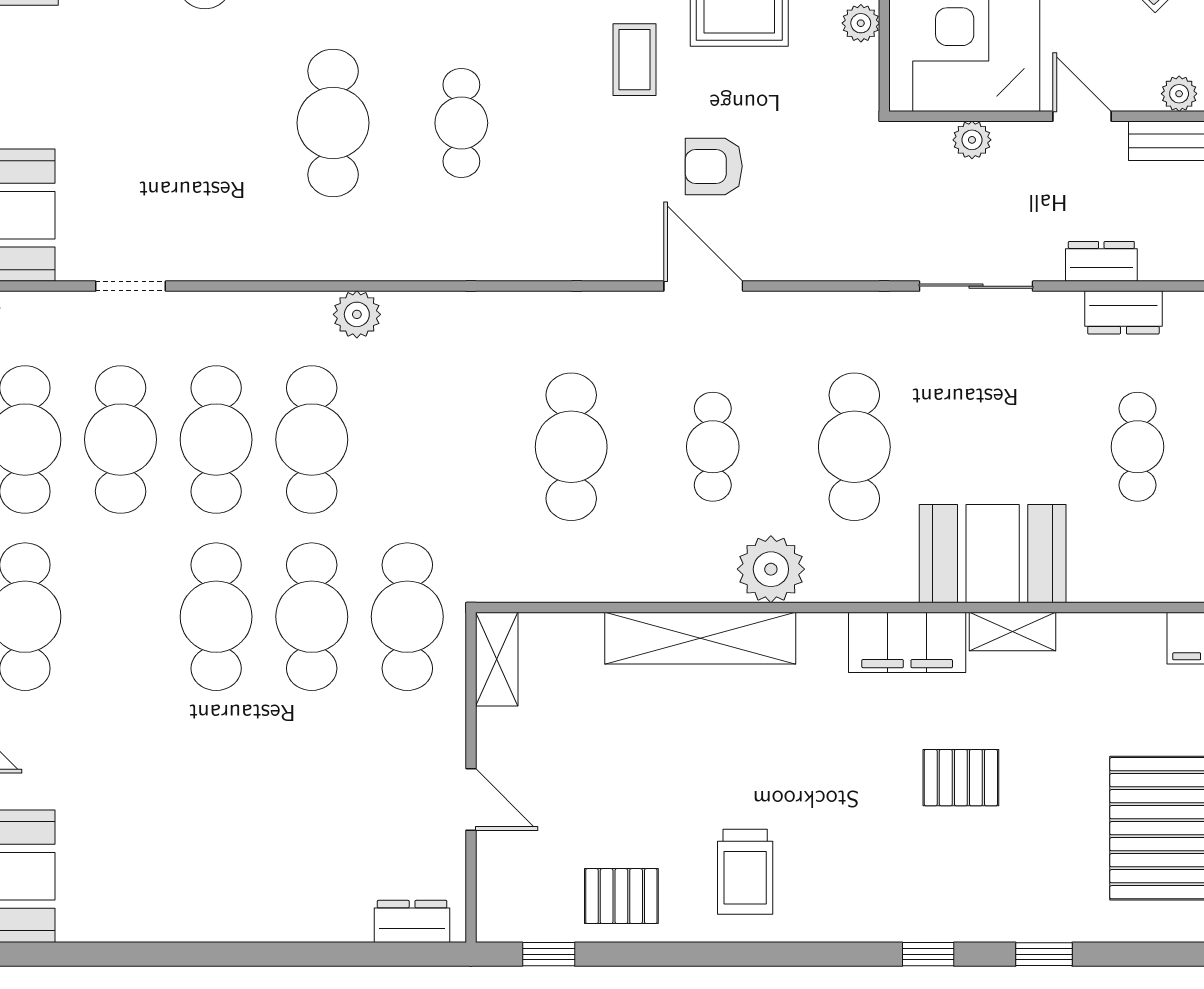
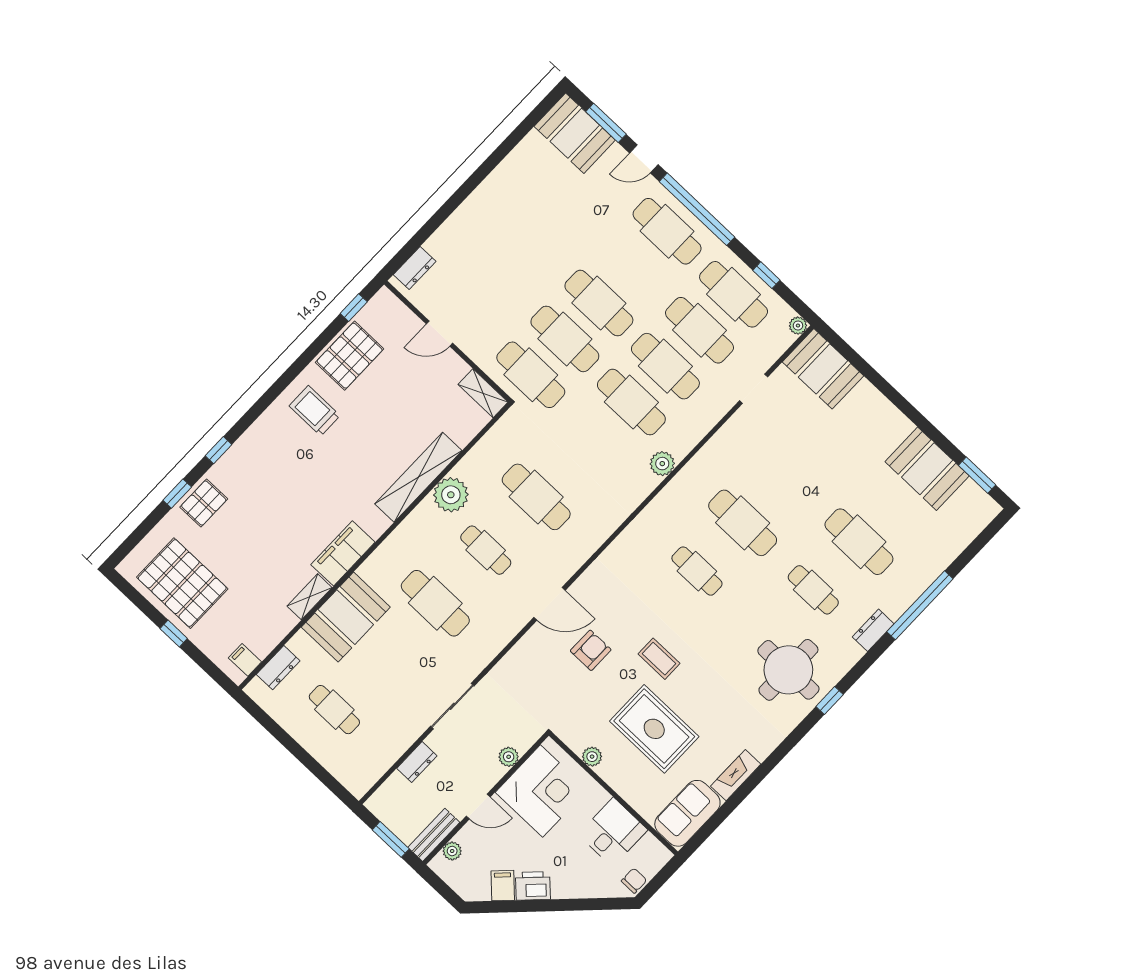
dresser: (1123, 312) -> (278, 668), moved, turned 180
plant: (771, 569) -> (451, 495), moved
pallet: (961, 778) -> (204, 503), moved
pallet: (621, 896) -> (350, 356), width x1.50, depth x1.42

